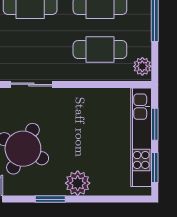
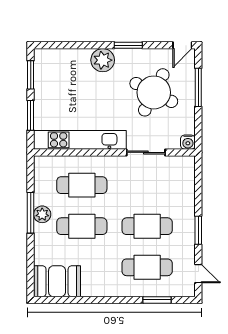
plant: (142, 66) -> (42, 214), moved
kitchen unit: (141, 137) -> (80, 140), moved, turned -90

